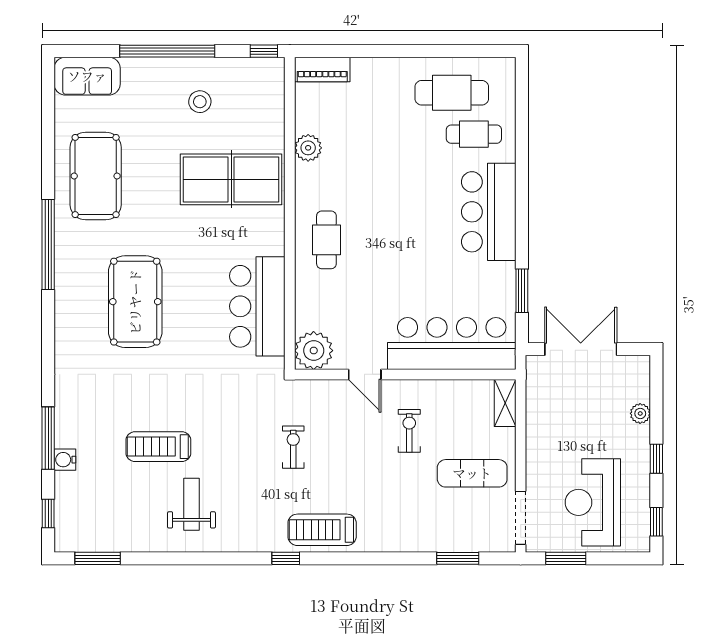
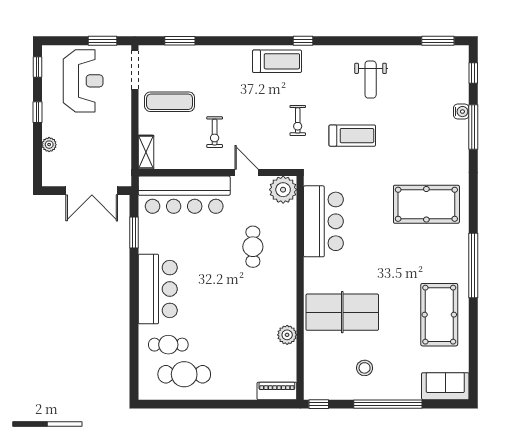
cafe table: (326, 240) -> (253, 247), moved
pool table: (135, 302) -> (426, 204), moved, turned 90
treadmill: (158, 447) -> (352, 136), moved

